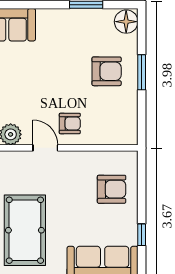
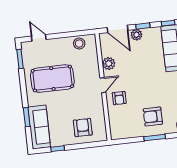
armchair: (107, 71) -> (153, 116), turned 90
armchair: (112, 189) -> (83, 127), turned 180

